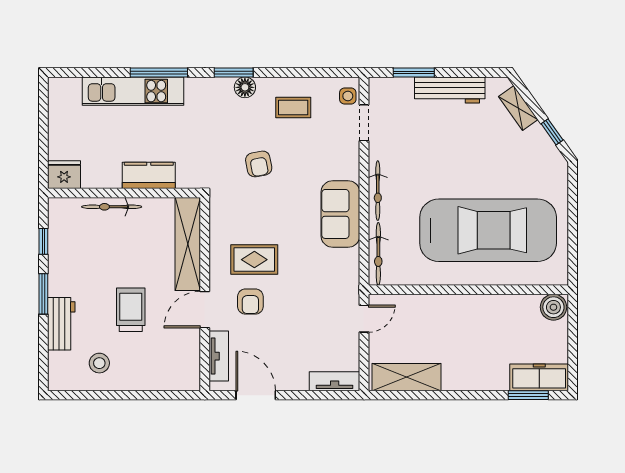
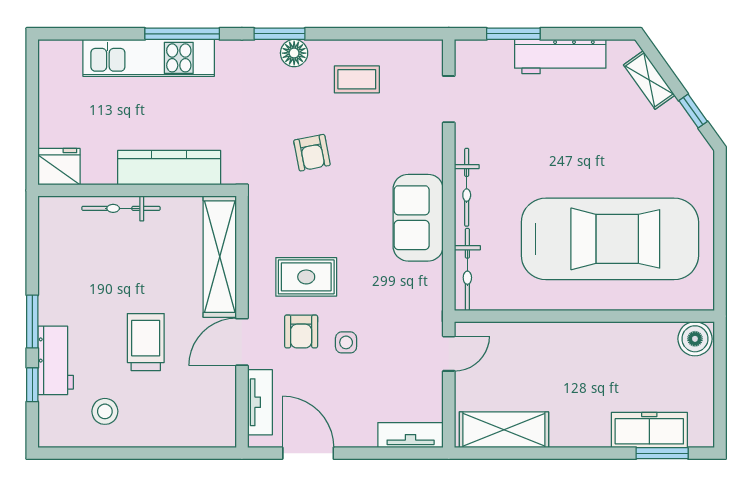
side table: (348, 96) -> (346, 342), moved
kitchen counter: (149, 175) -> (169, 168), width x1.50
window: (43, 241) -> (32, 385), moved
freezer: (539, 377) -> (649, 430), moved

